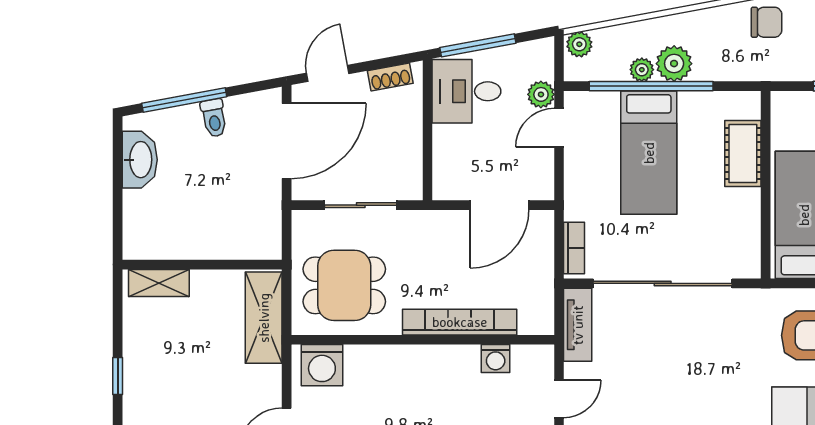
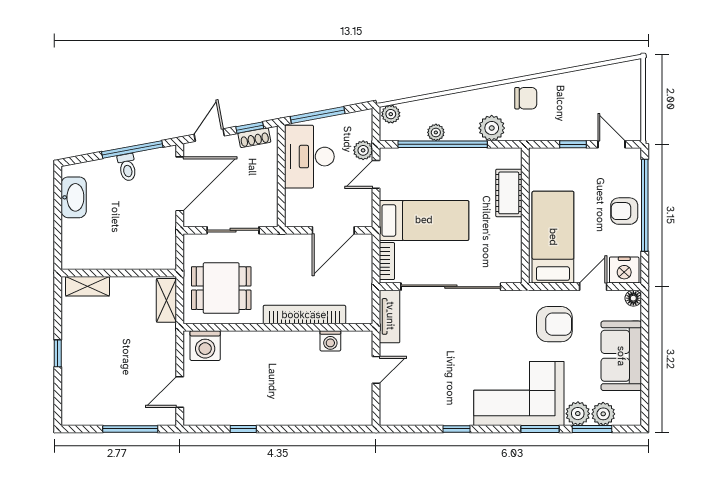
window: (384, 63) -> (250, 128), added
plant: (674, 64) -> (492, 128), moved
desk: (466, 91) -> (309, 157), width x1.37
window: (184, 100) -> (132, 149), moved
bed: (649, 153) -> (424, 220), moved, turned -90
shelving: (264, 318) -> (166, 300), width x0.67, depth x0.75

